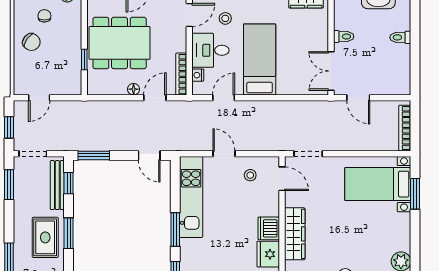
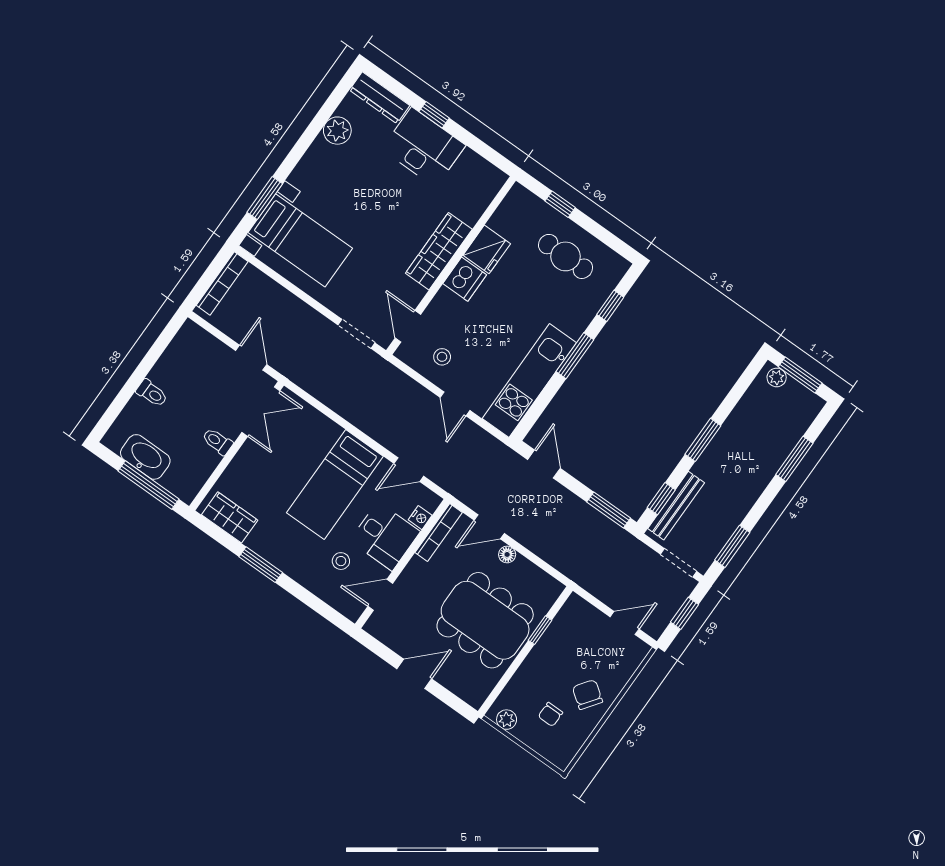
rug: (45, 237) -> (734, 455), removed

